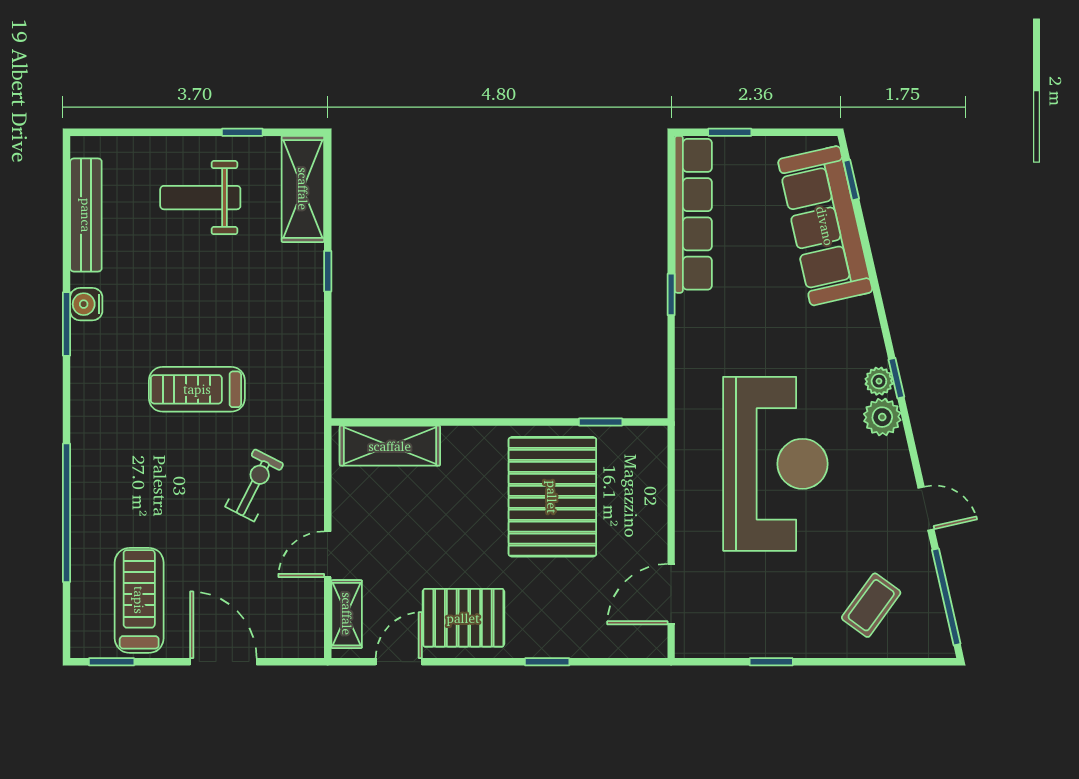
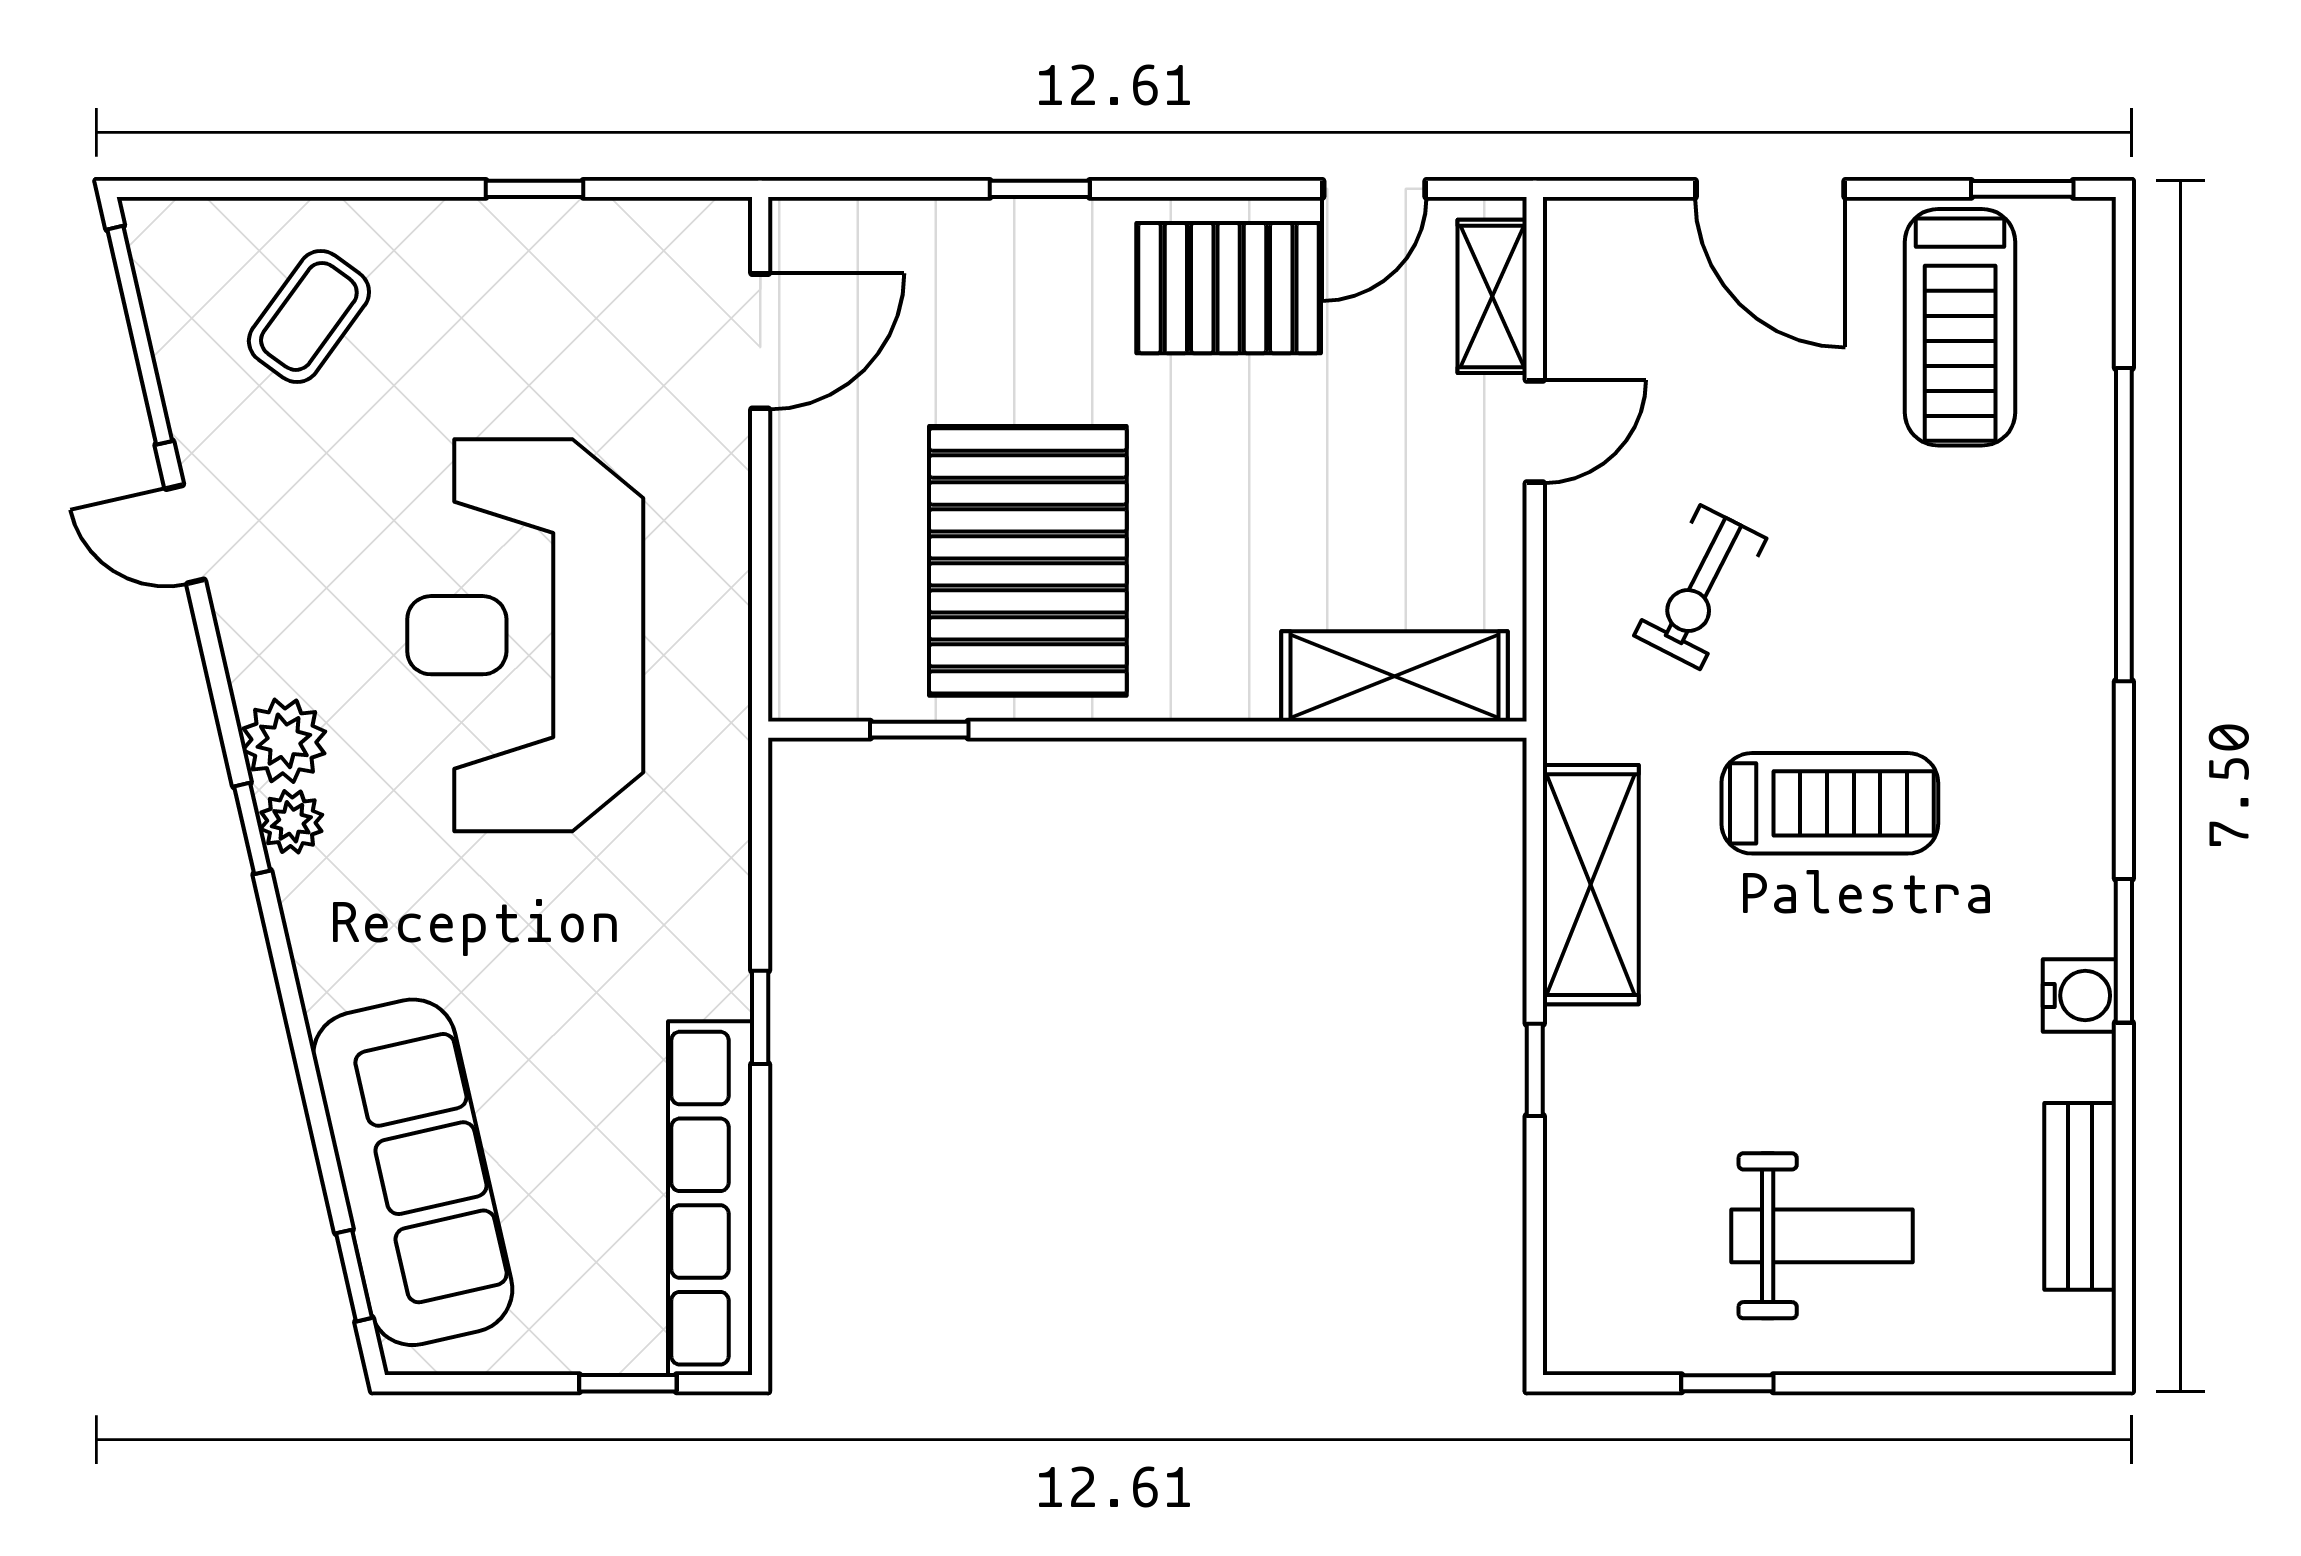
shelving: (303, 189) -> (1591, 885), moved
bench: (86, 215) -> (2080, 1196), width x0.73

